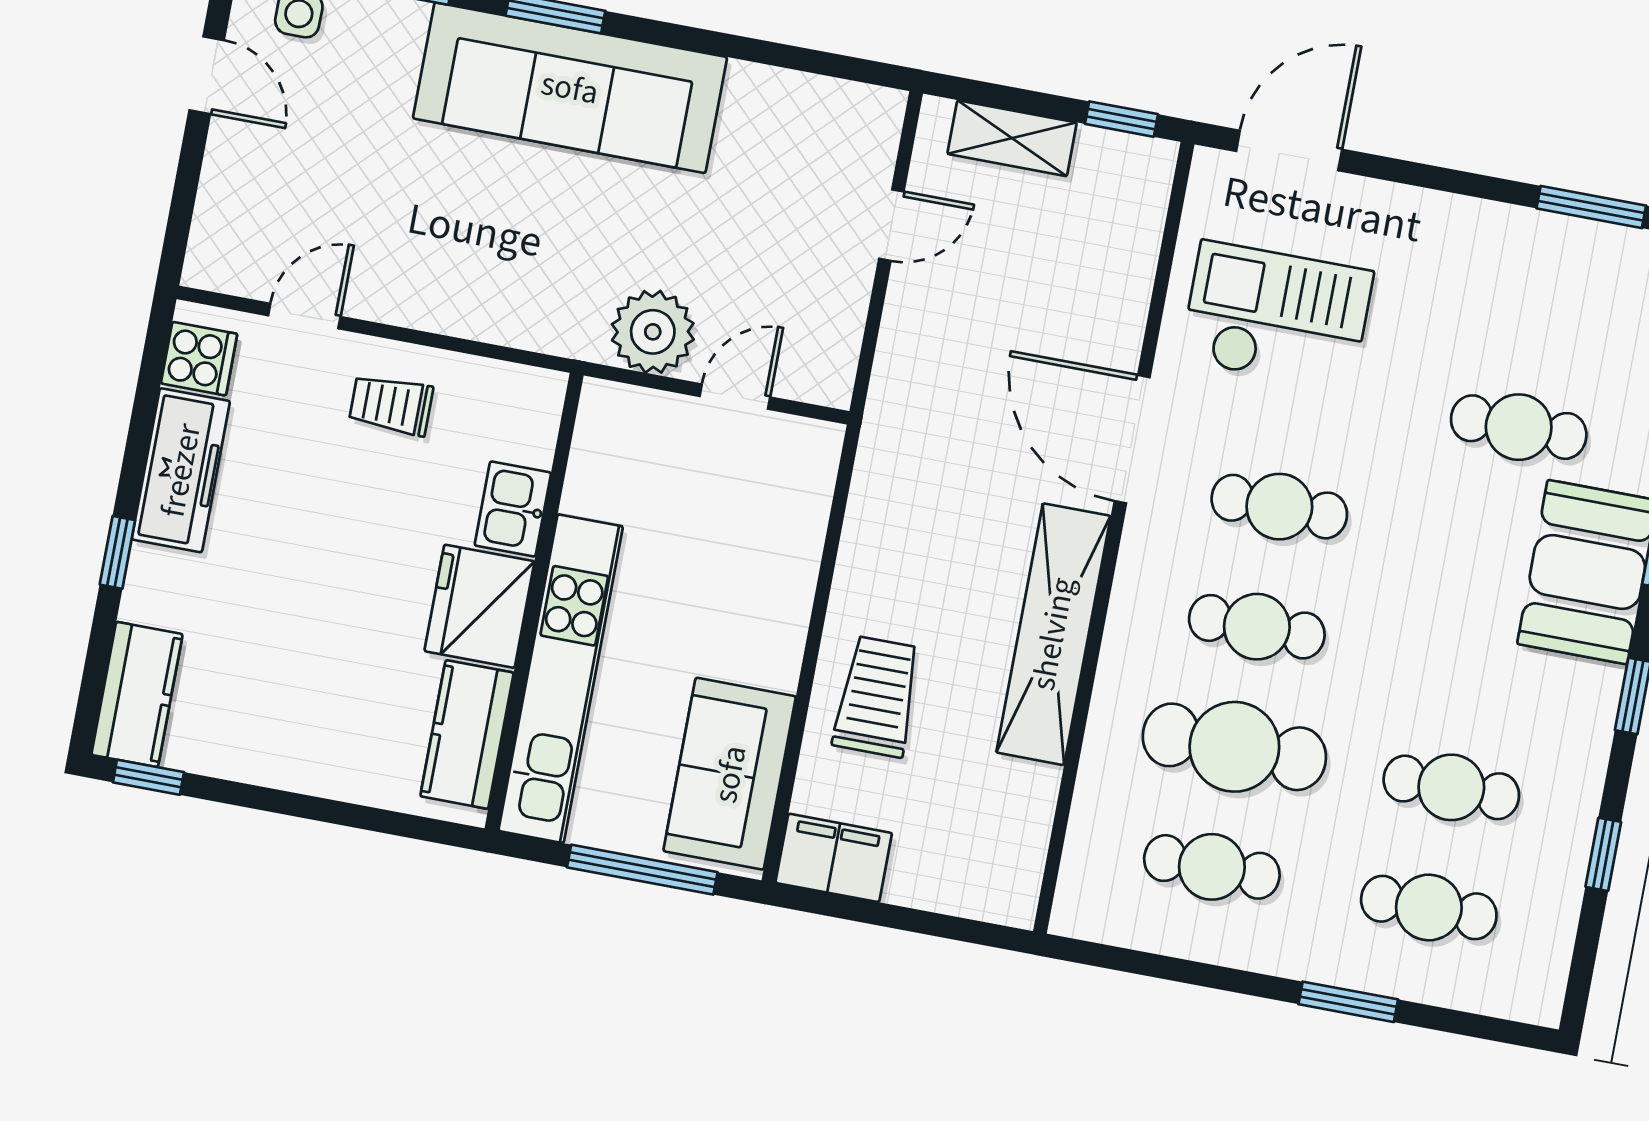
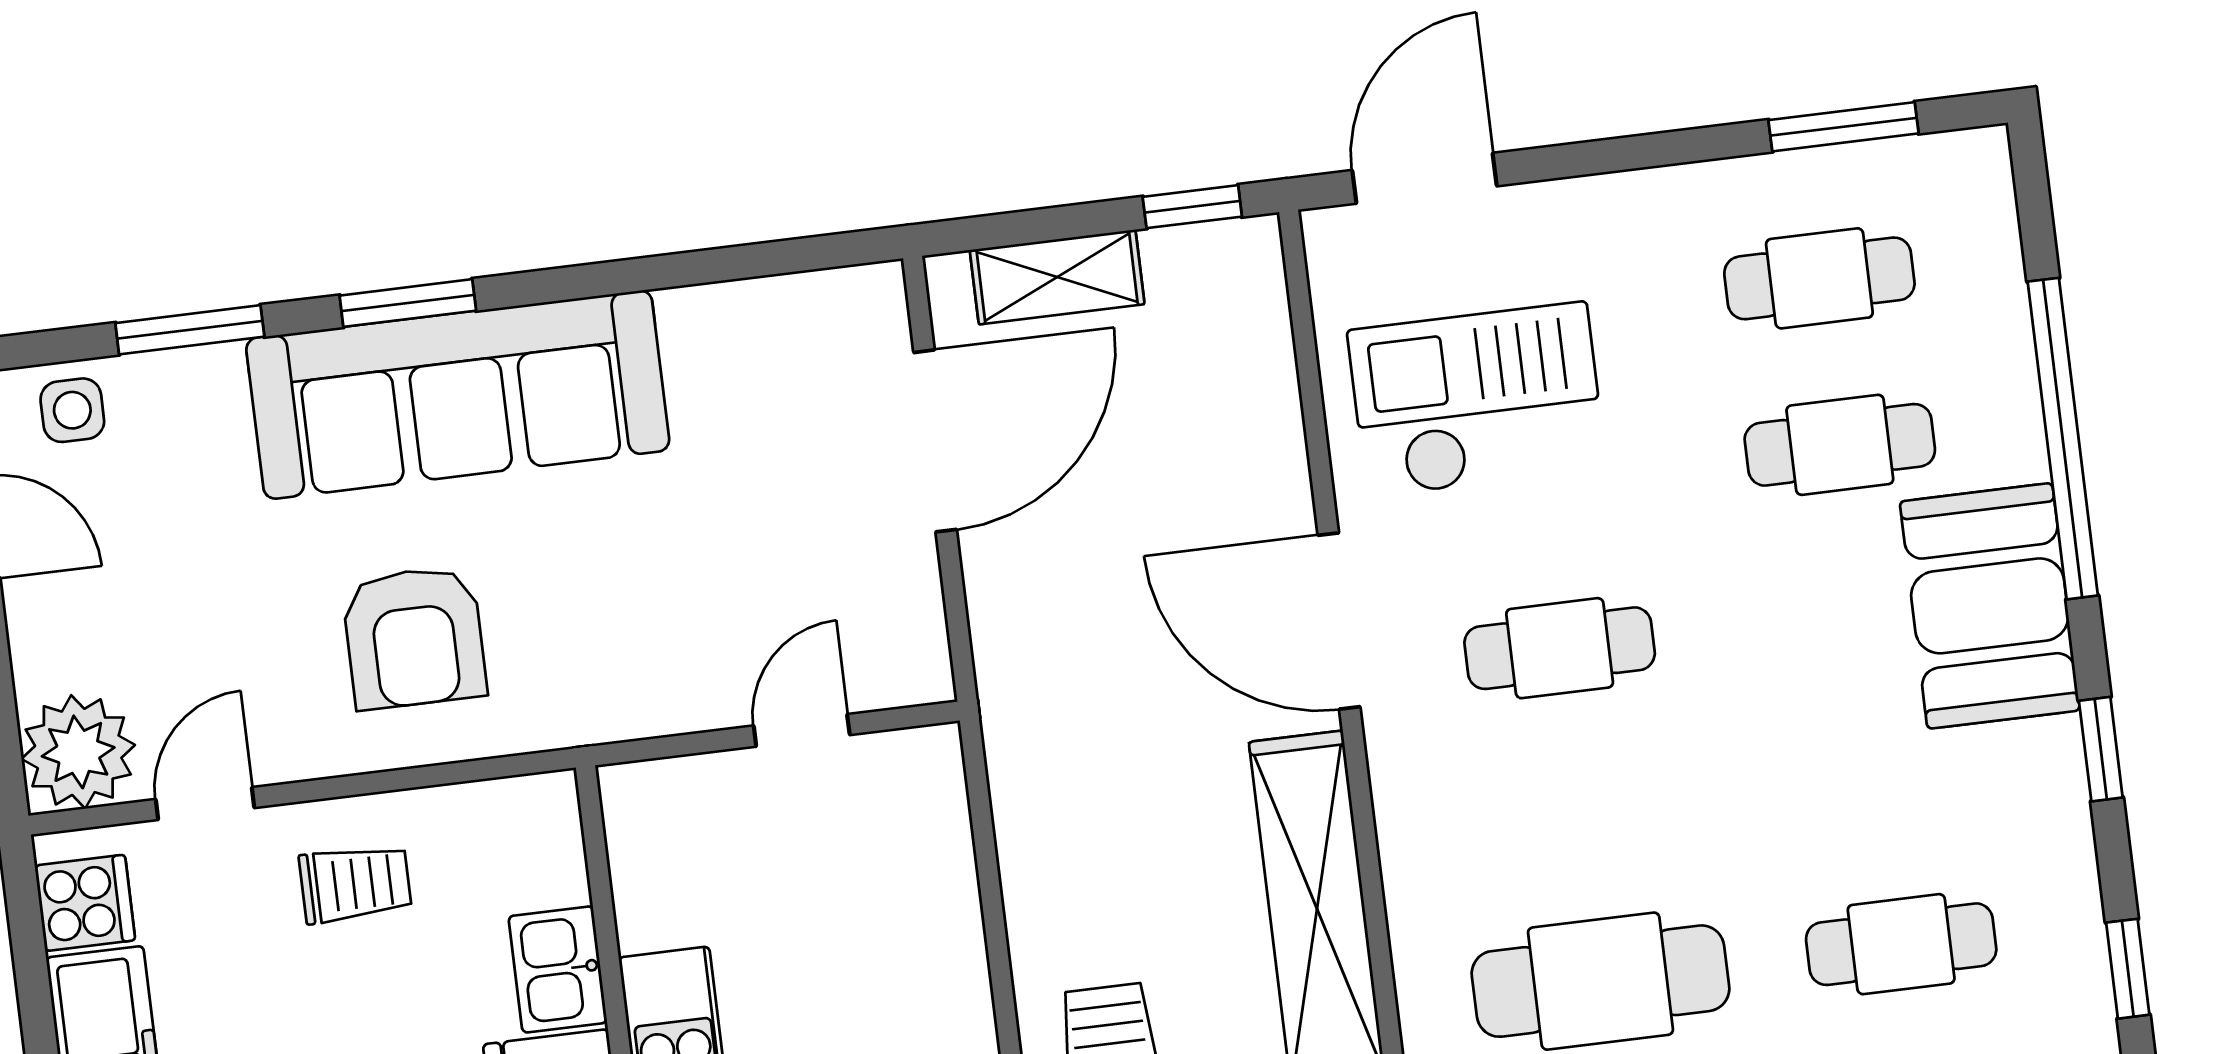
door: (891, 225) -> (935, 441), width x1.87
armchair: (486, 247) -> (414, 637), added
plant: (653, 332) -> (78, 752), moved
trolley: (391, 405) -> (355, 884), turned 180
cafe table: (1257, 627) -> (1819, 278), moved

